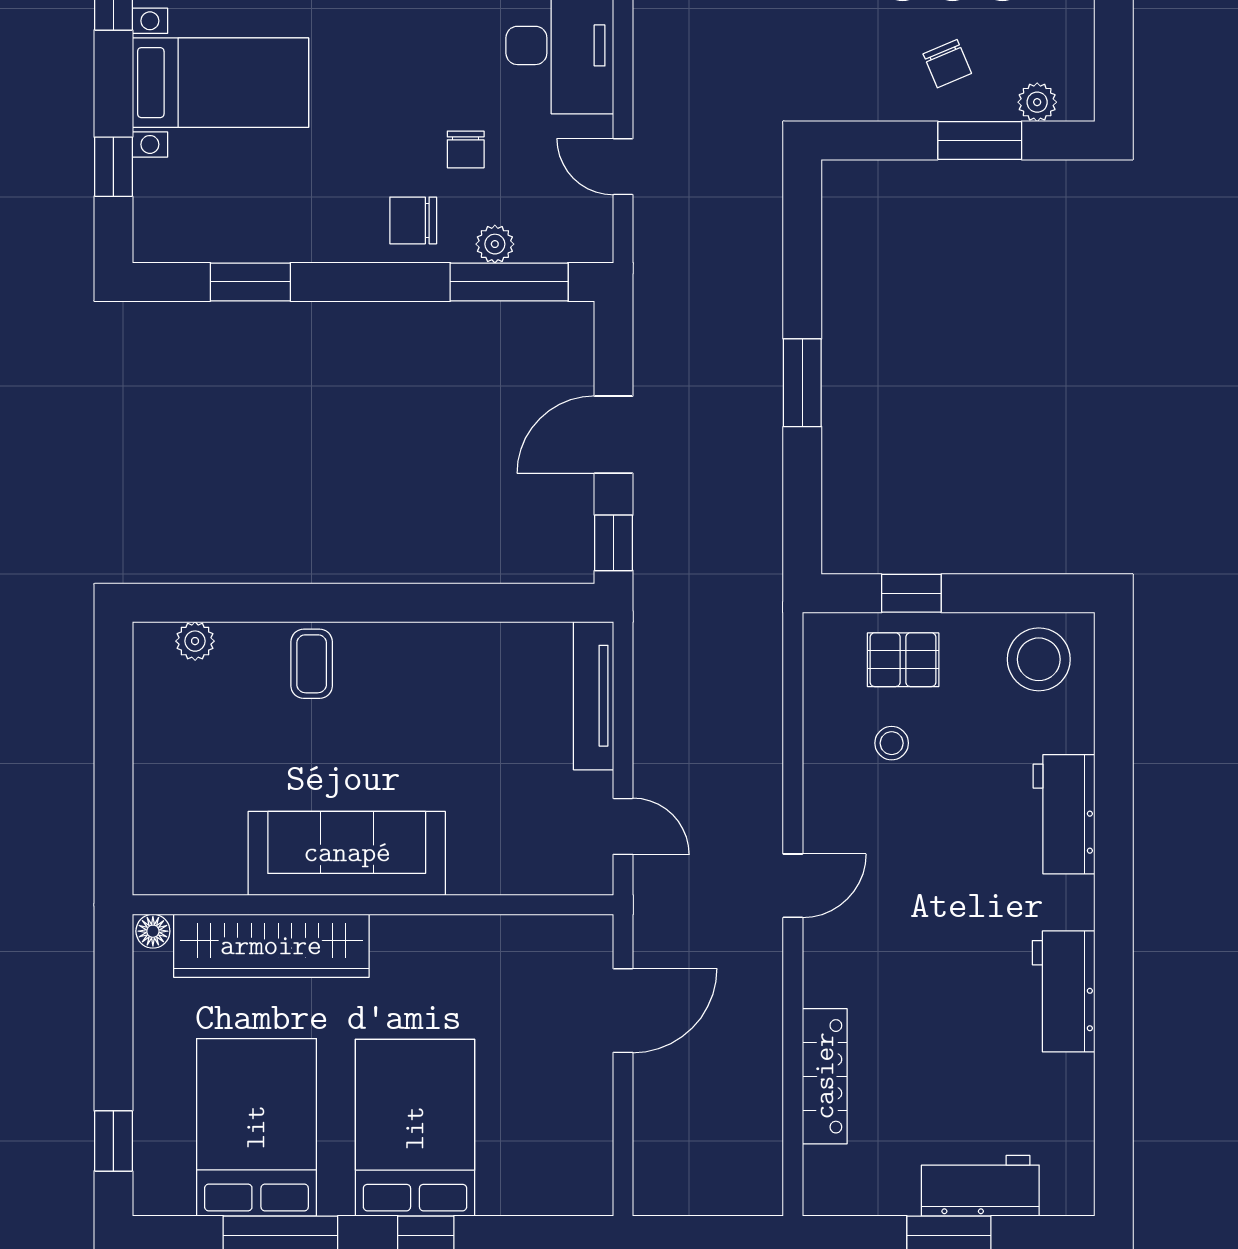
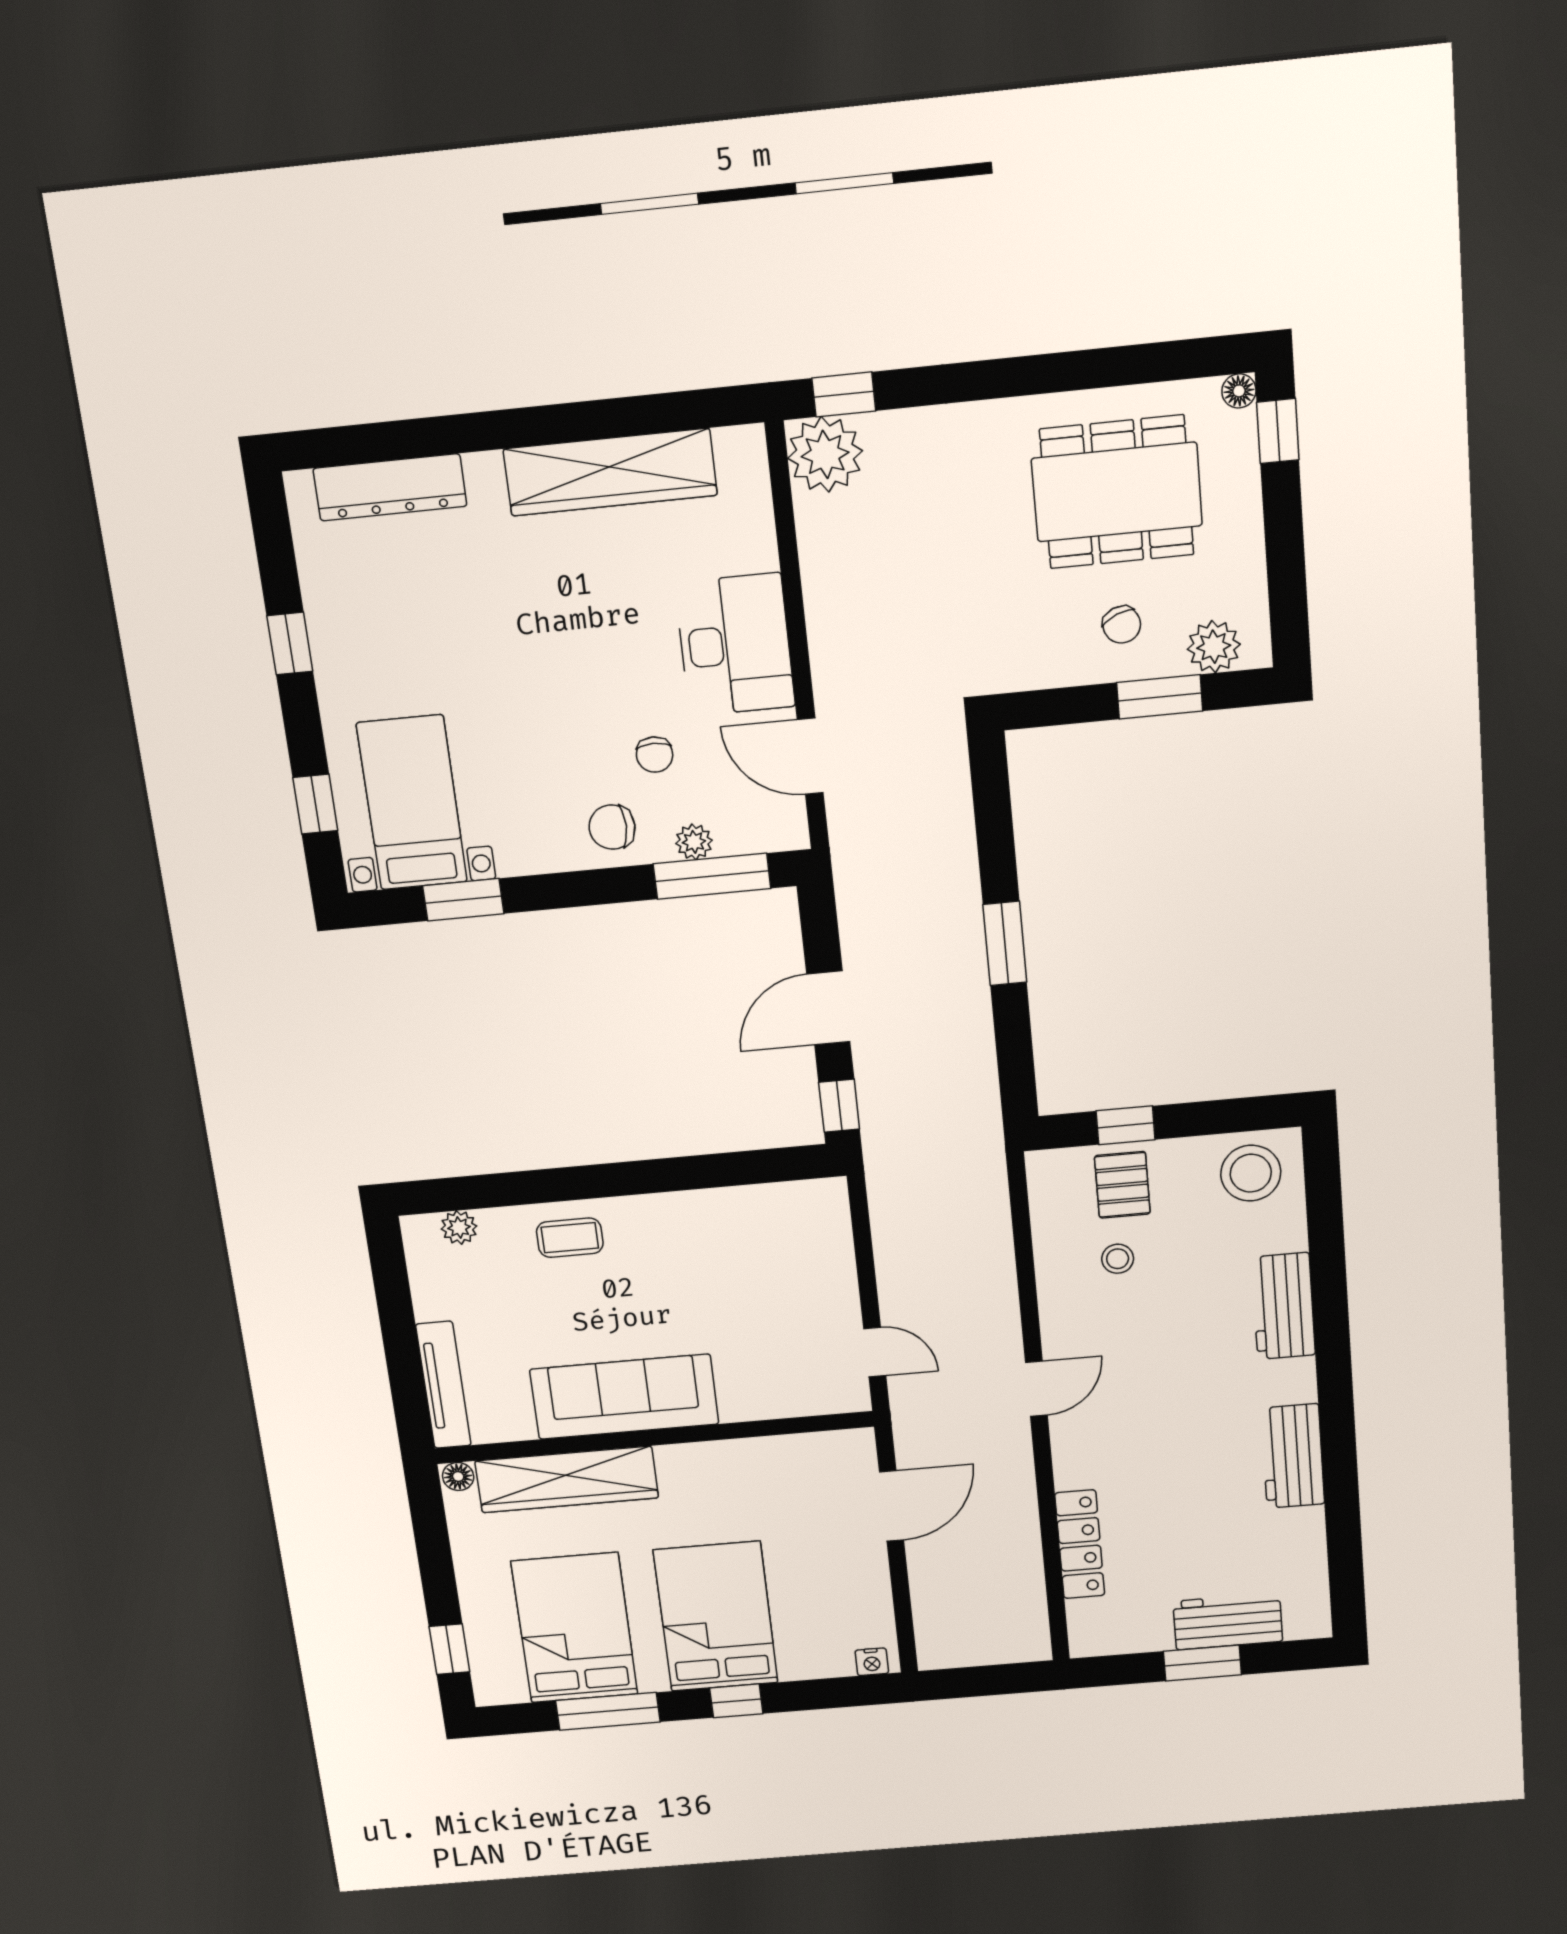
bed with nightstands: (220, 83) -> (412, 803), moved, turned -90
plant: (1037, 102) -> (1214, 647), width x1.38, depth x1.38
door: (623, 167) -> (810, 756), width x1.38
pallet: (903, 660) -> (1122, 1185), turned 90
coffee table: (312, 664) -> (570, 1238), turned 90
tv unit: (593, 696) -> (443, 1385), moved, turned 180
nightstand: (582, 1200) -> (872, 1662), added

